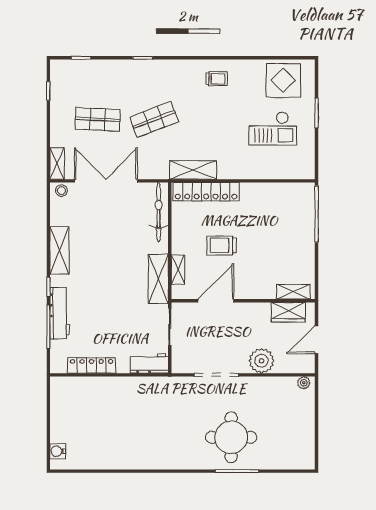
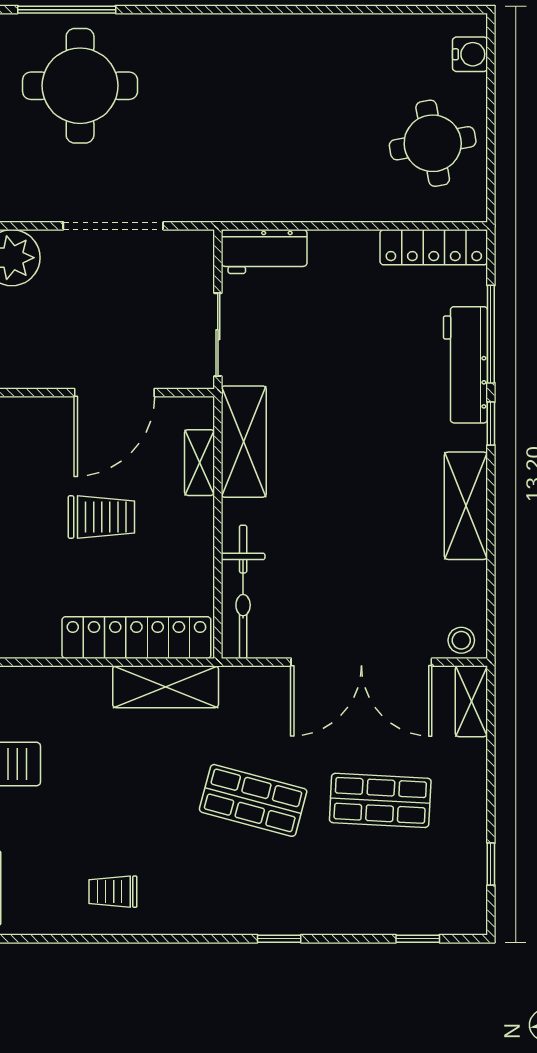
shop shelf: (154, 119) -> (253, 800), turned 36
locker: (92, 365) -> (434, 247), moved
round table: (74, 412) -> (433, 143), added

